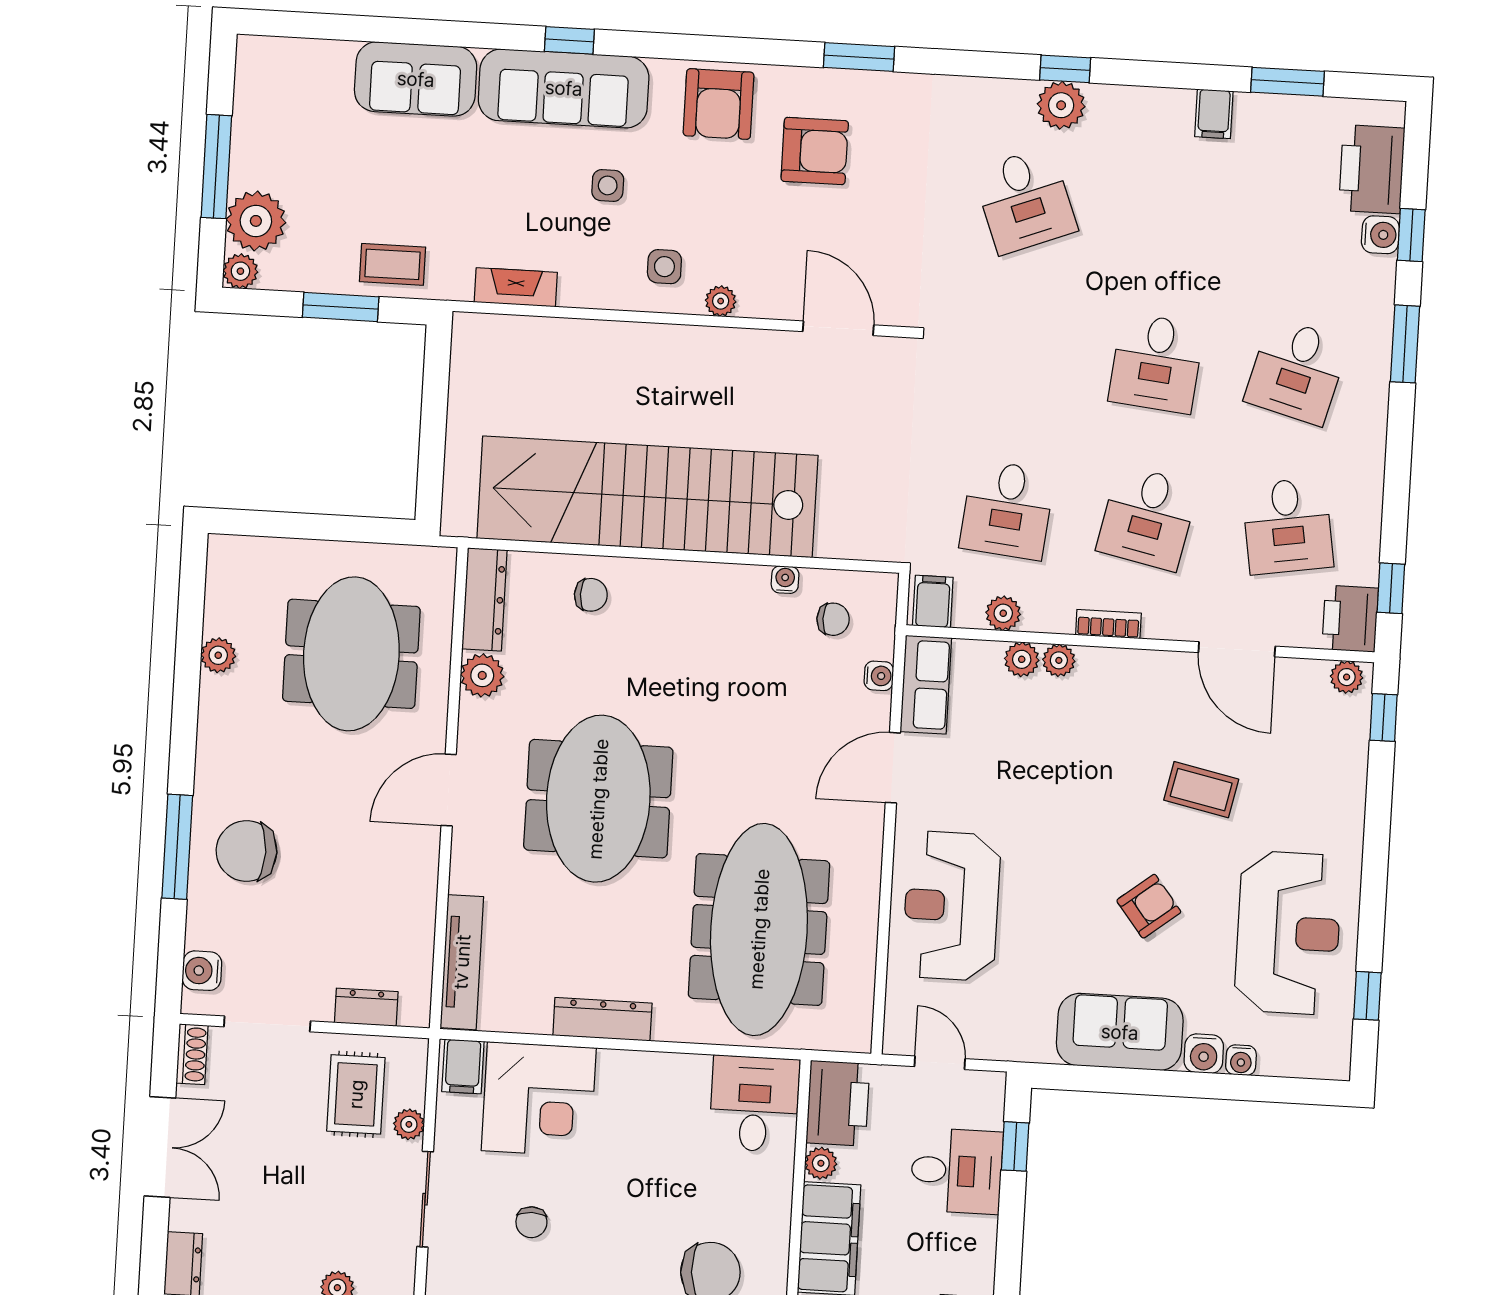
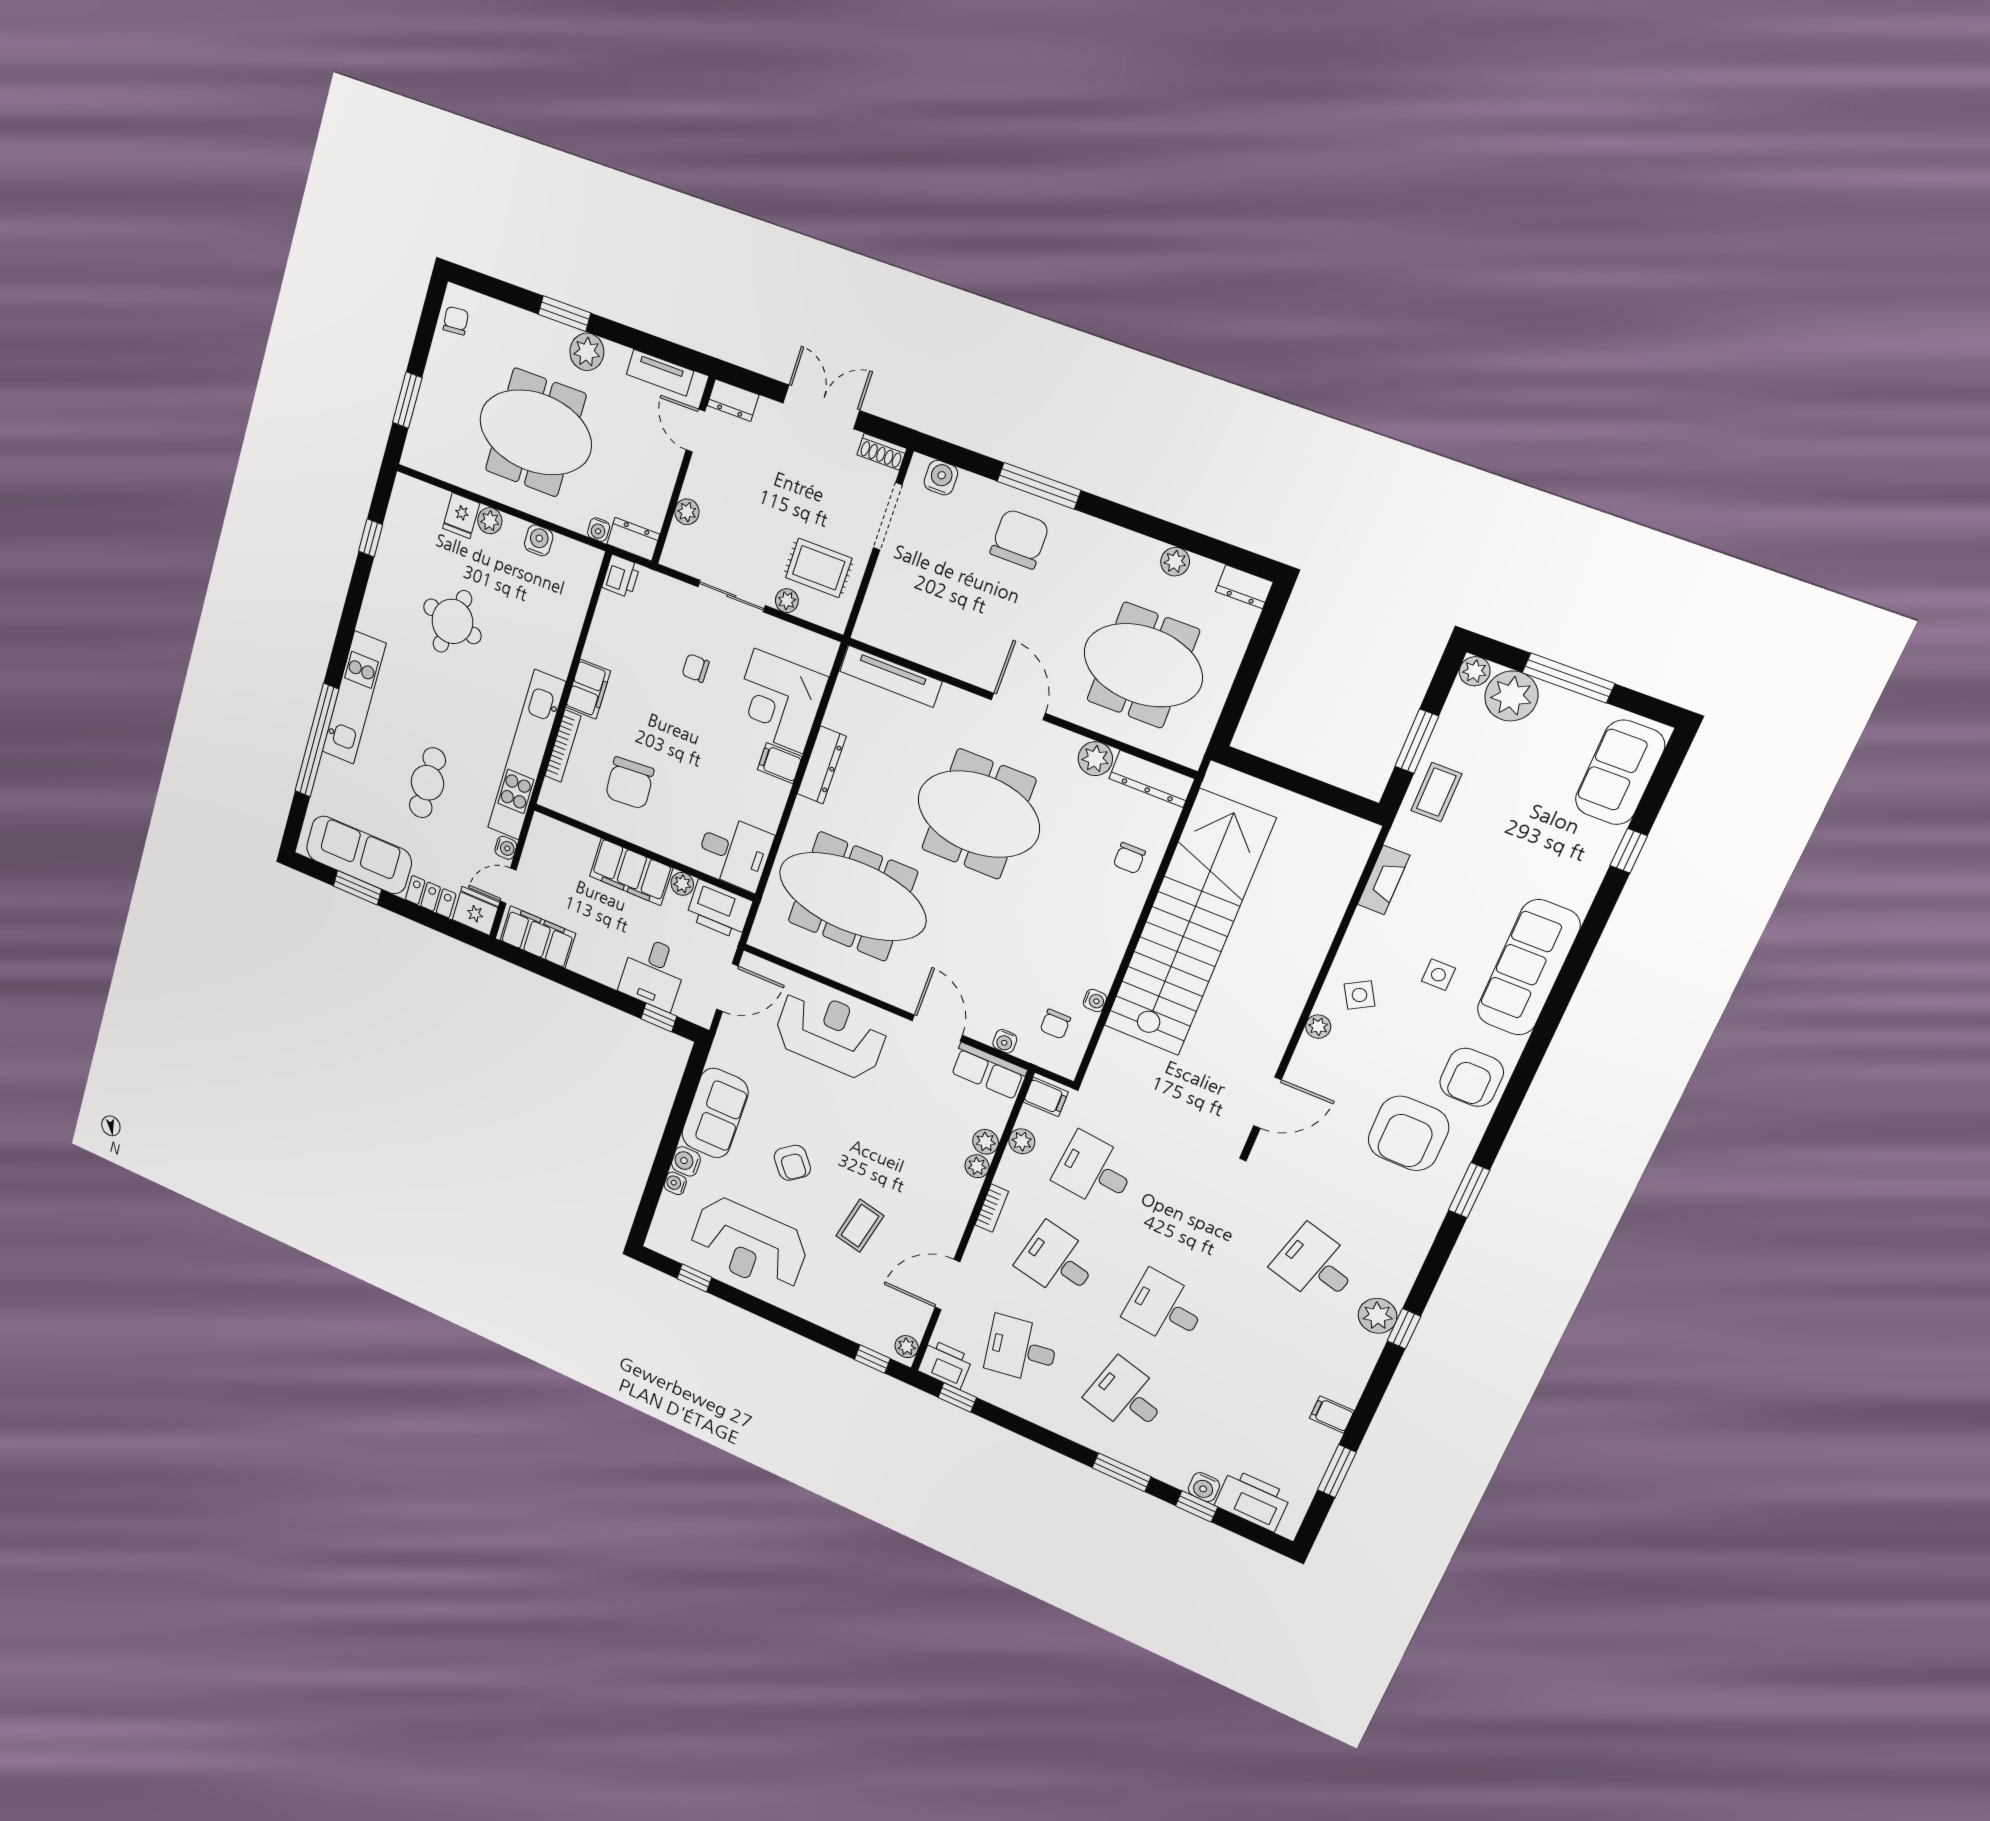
window: (569, 40) -> (1629, 851), moved
sofa: (416, 79) -> (1620, 772), moved
armchair: (719, 104) -> (1472, 1077), turned -90
armchair: (815, 151) -> (1408, 1133), width x1.36, depth x1.36
desk: (1025, 200) -> (1316, 1265), turned 36
side table: (664, 267) -> (1359, 995), turned -30
dresser: (366, 1007) -> (1244, 587), moved, turned 90
door: (940, 1063) -> (727, 988), width x1.38
filing cabinet: (463, 1066) -> (780, 763), moved
double door: (160, 1147) -> (821, 407), swing flipped

